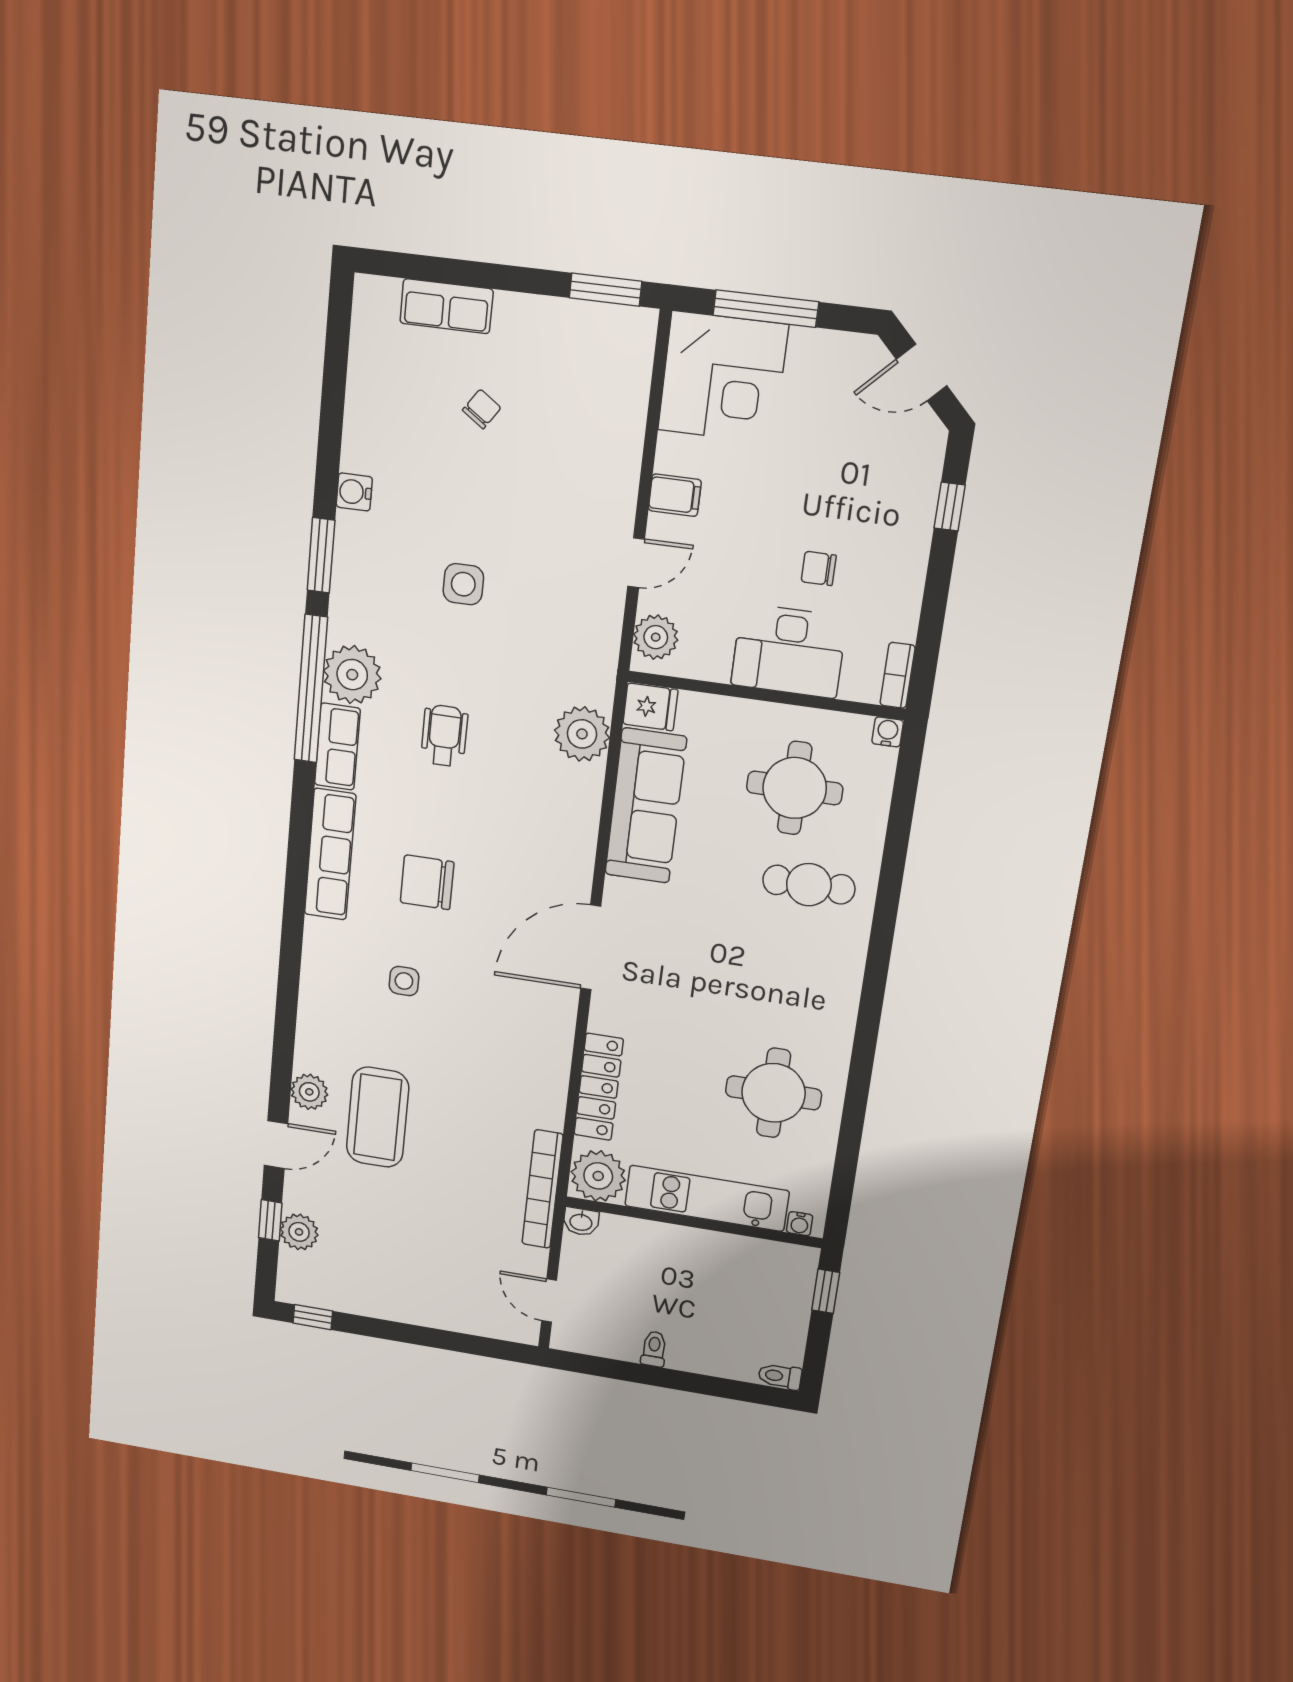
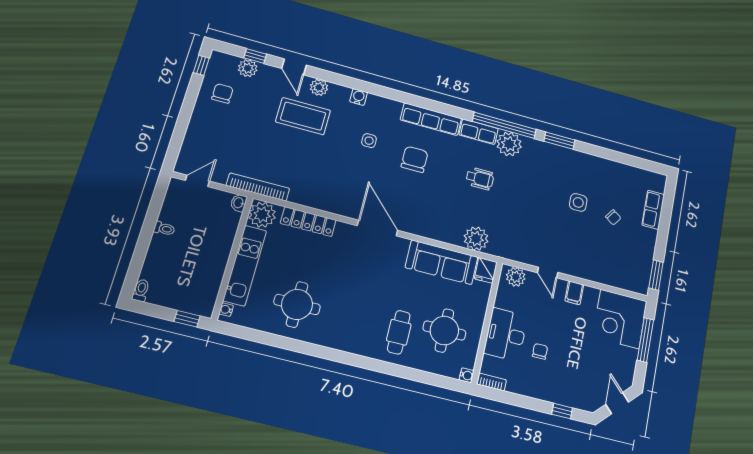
water cooler: (354, 492) -> (359, 97), moved
side table: (463, 584) -> (578, 202), moved
chair: (362, 1273) -> (222, 93), added

